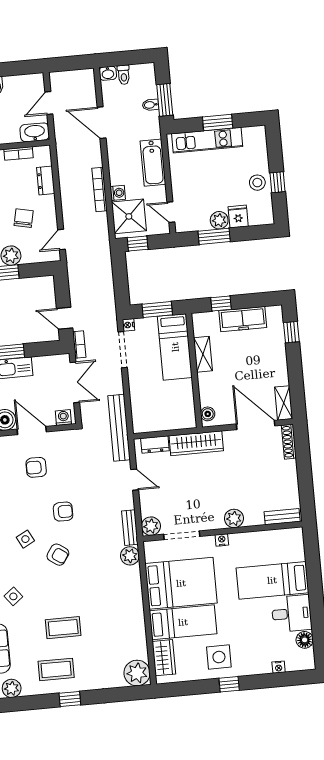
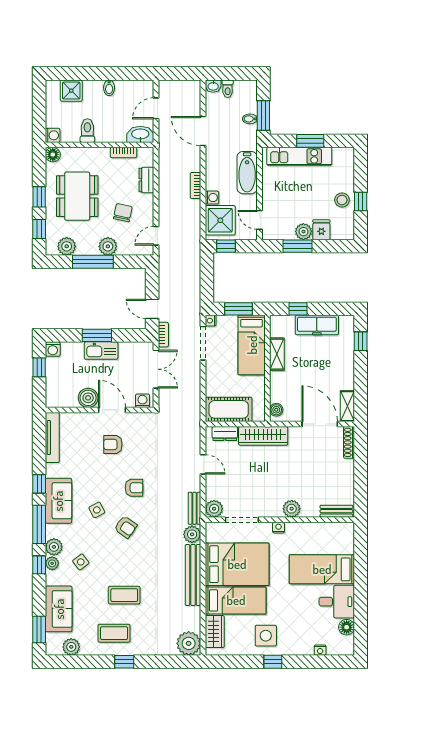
bookcase: (100, 189) -> (195, 185), width x0.64
cot: (157, 418) -> (229, 409), added
bench: (119, 428) -> (193, 575), moved

